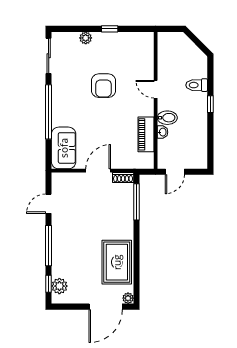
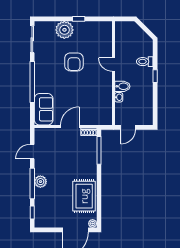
plant: (86, 38) -> (64, 30), width x1.88, depth x1.88
piano: (146, 134) -> (106, 99), removed
plant: (59, 286) -> (40, 182), moved

